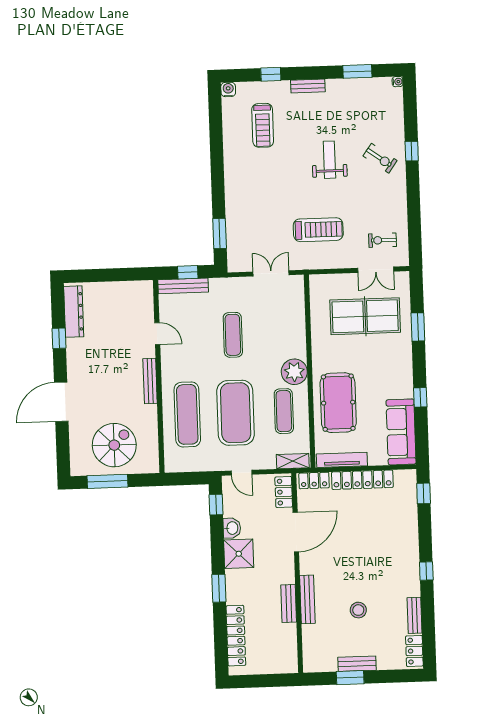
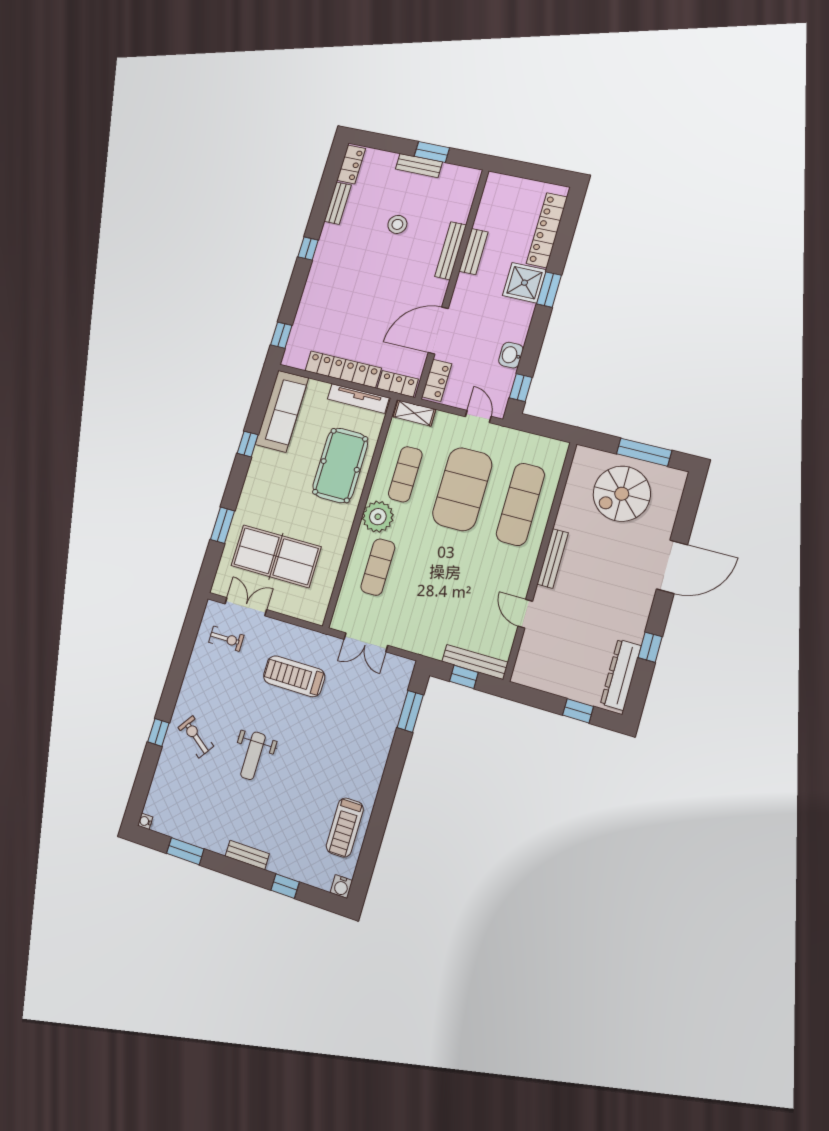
treadmill: (263, 125) -> (345, 828), moved, turned 180
window: (96, 275) -> (578, 711), added
exercise mat: (233, 335) -> (378, 567), moved
shower: (239, 554) -> (524, 283), moved

